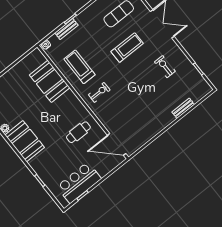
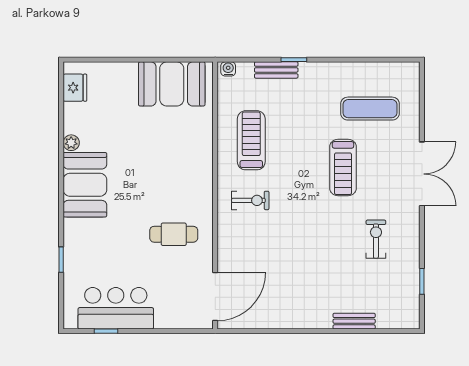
treadmill: (127, 48) -> (343, 168), turned 90
booth: (50, 81) -> (172, 84), moved, turned 90
door: (117, 144) -> (215, 296), swing flipped

